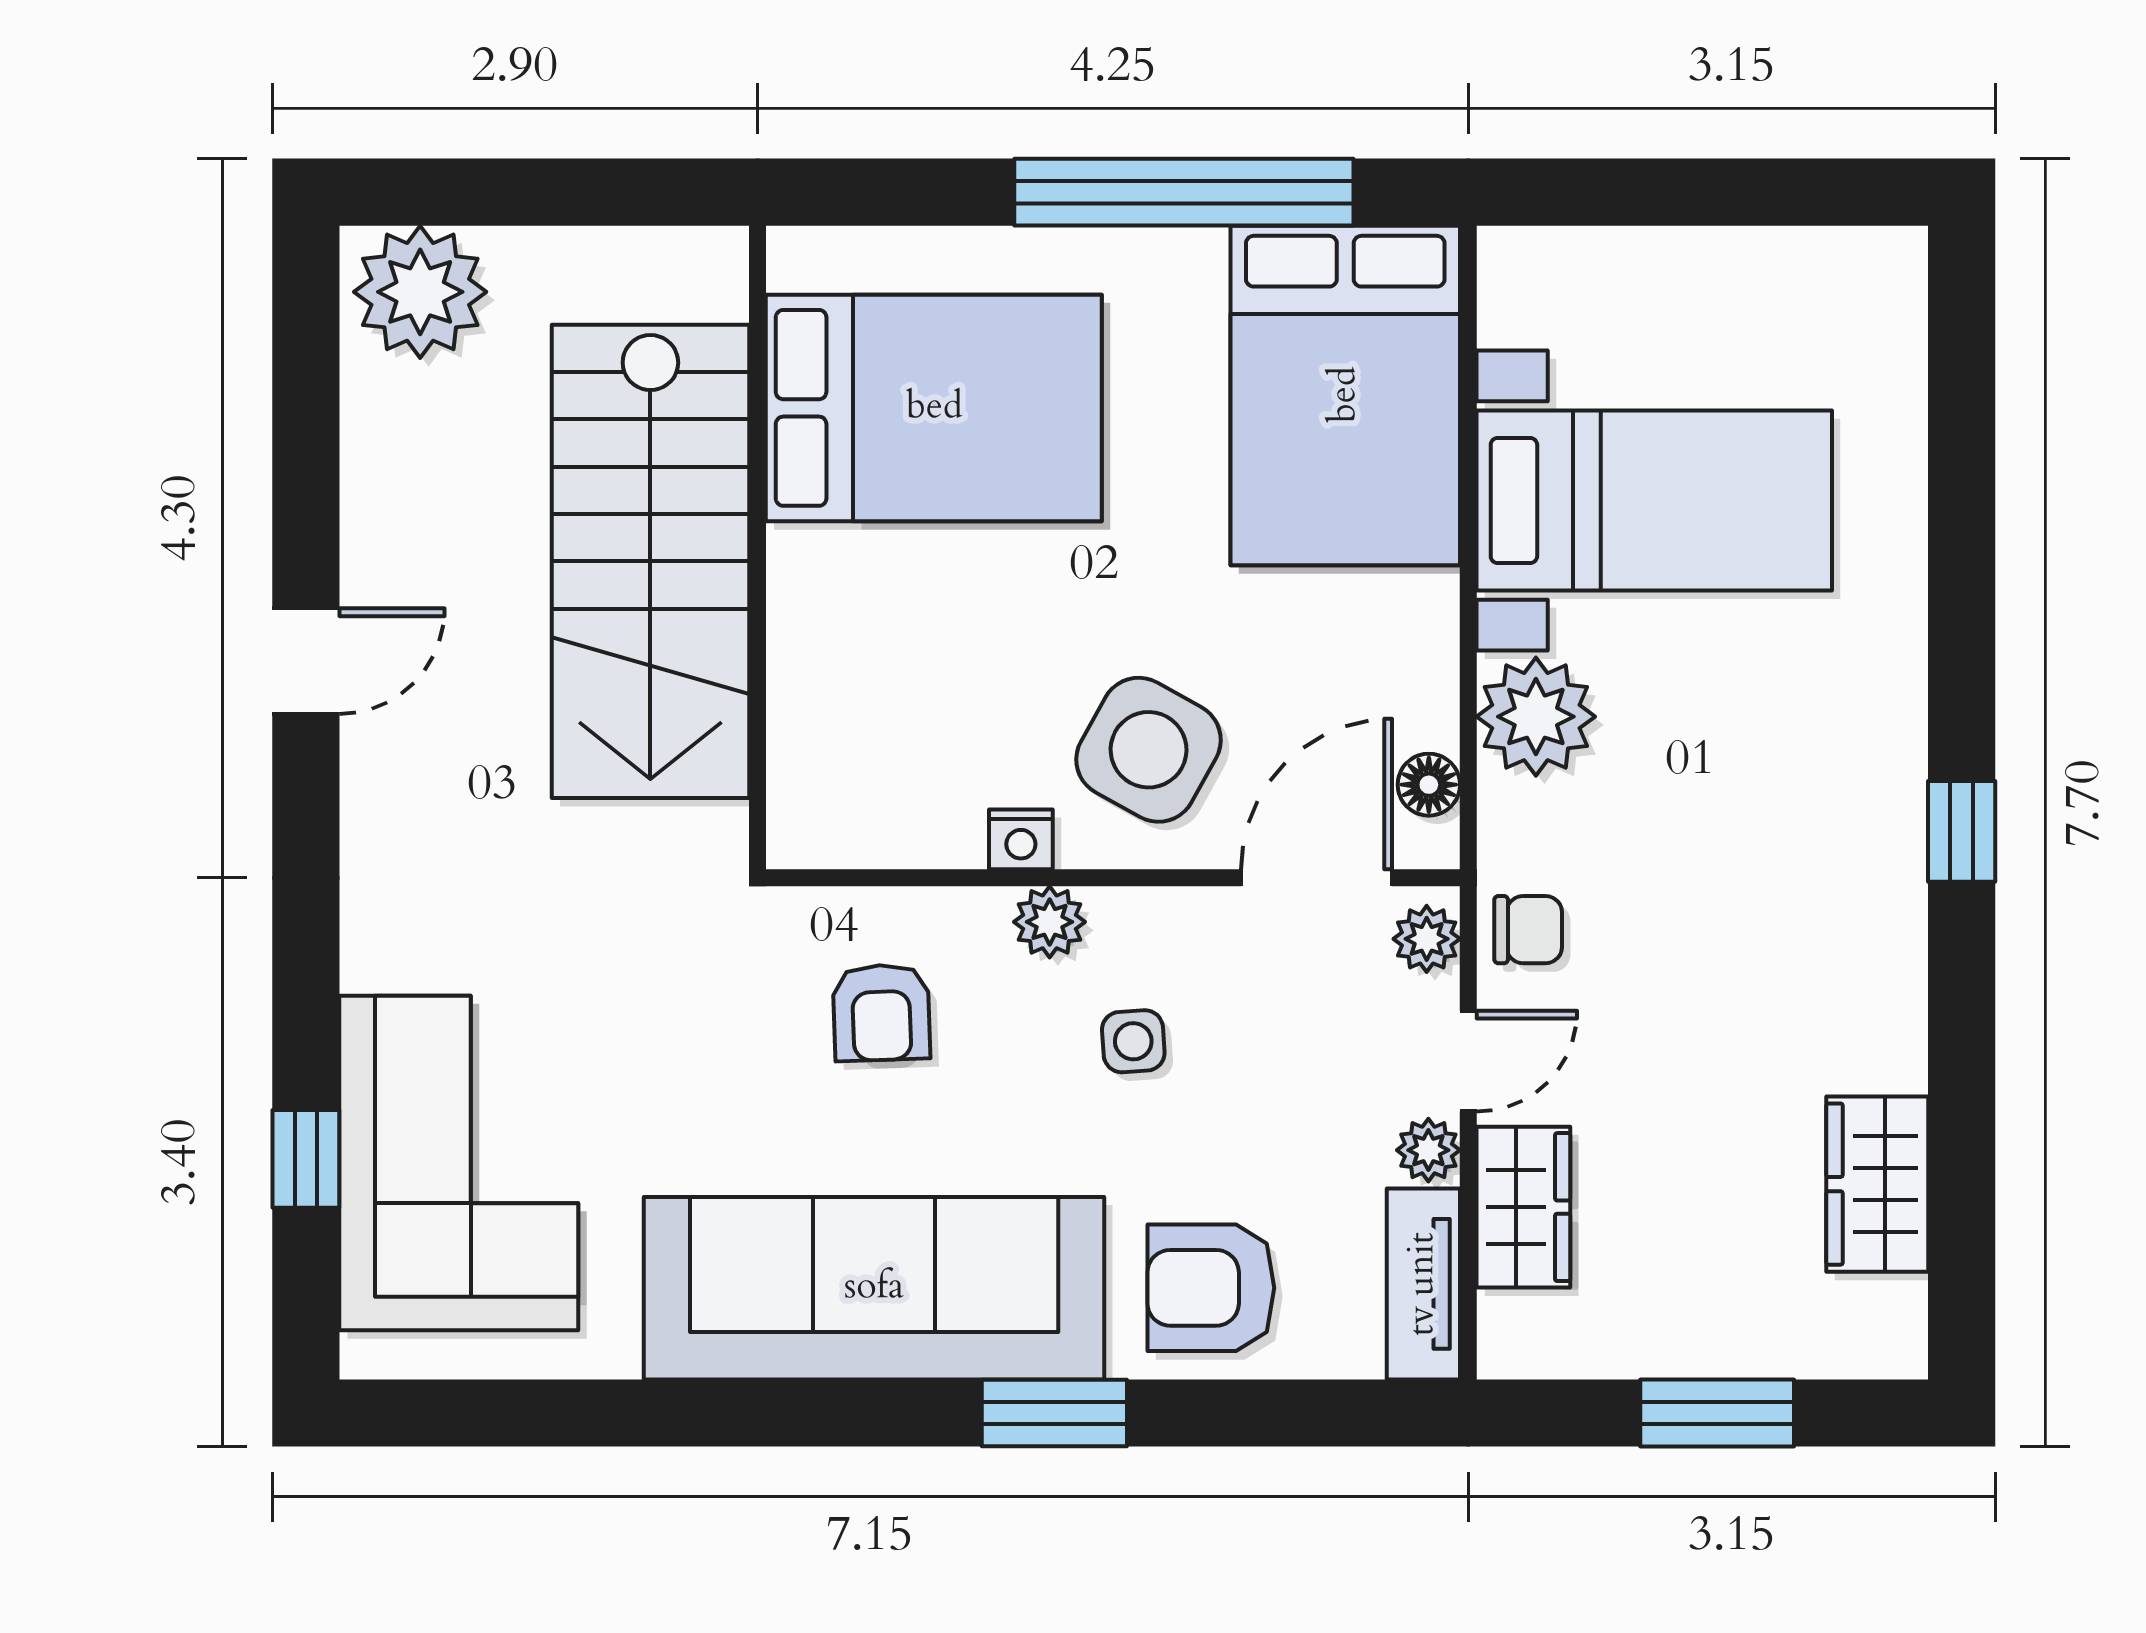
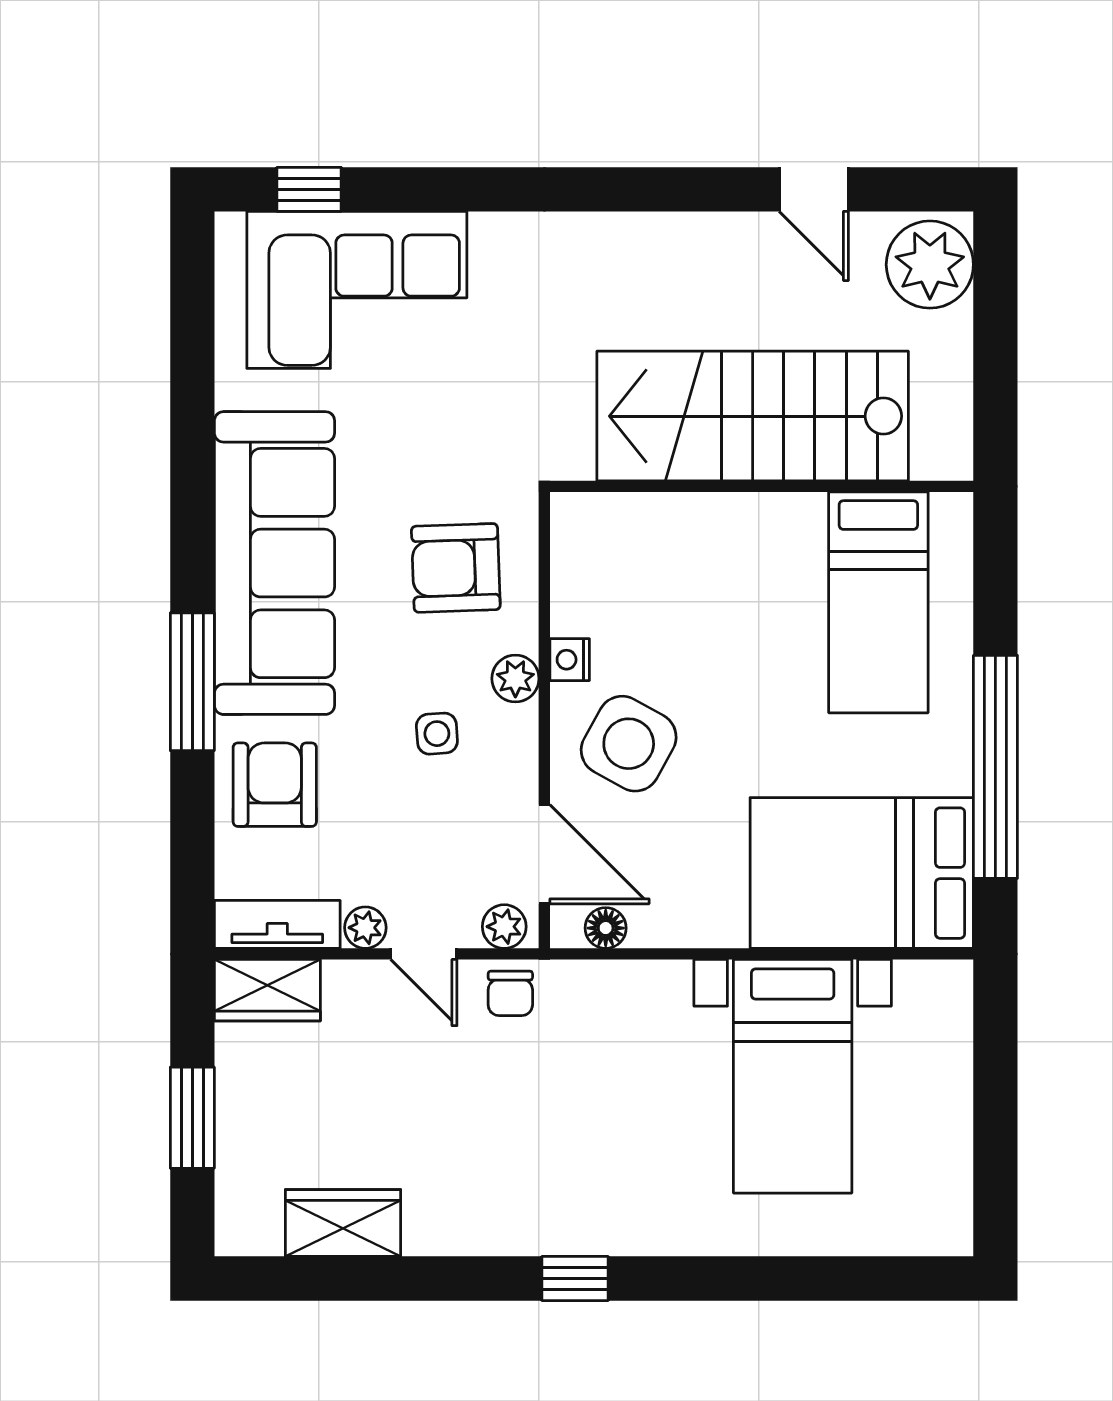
bed: (934, 408) -> (878, 602), width x0.67
door: (306, 661) -> (814, 189), moved
plant: (1536, 717) -> (651, 998), removed
armchair: (881, 1012) -> (456, 568), width x1.38, depth x1.38
window: (306, 1159) -> (309, 189), moved
wardrobe: (1523, 1207) -> (267, 990), moved
window: (1054, 1413) -> (192, 682), width x1.44

